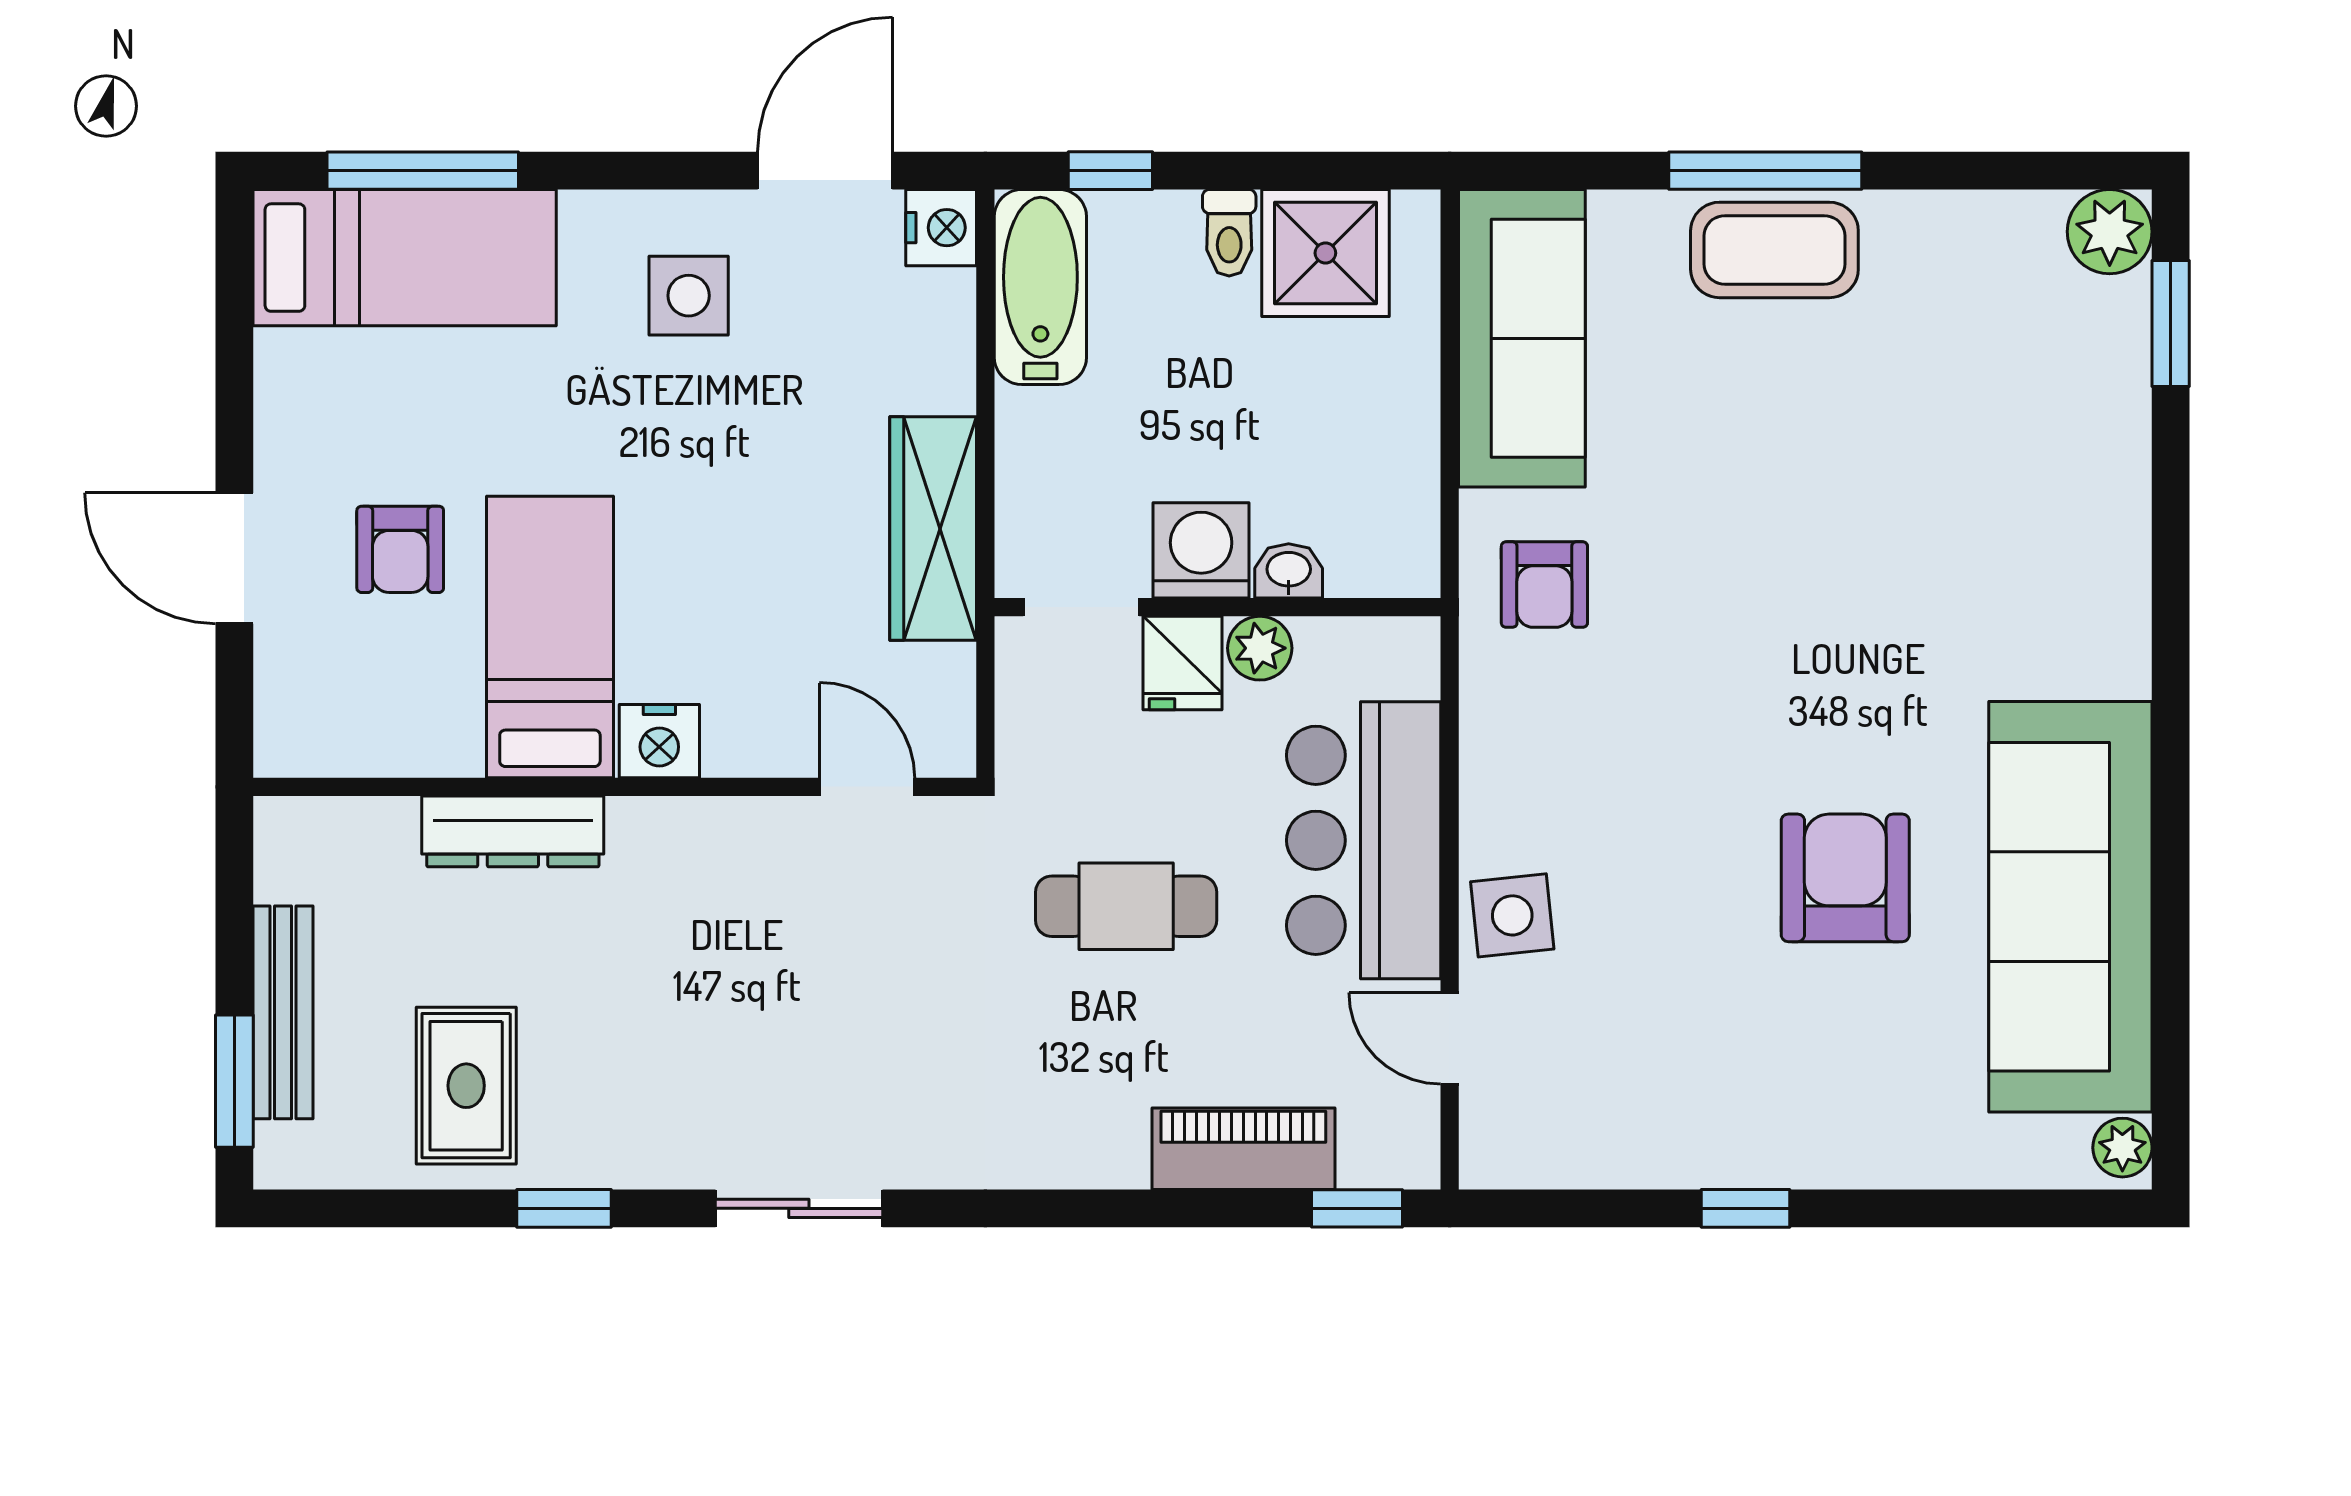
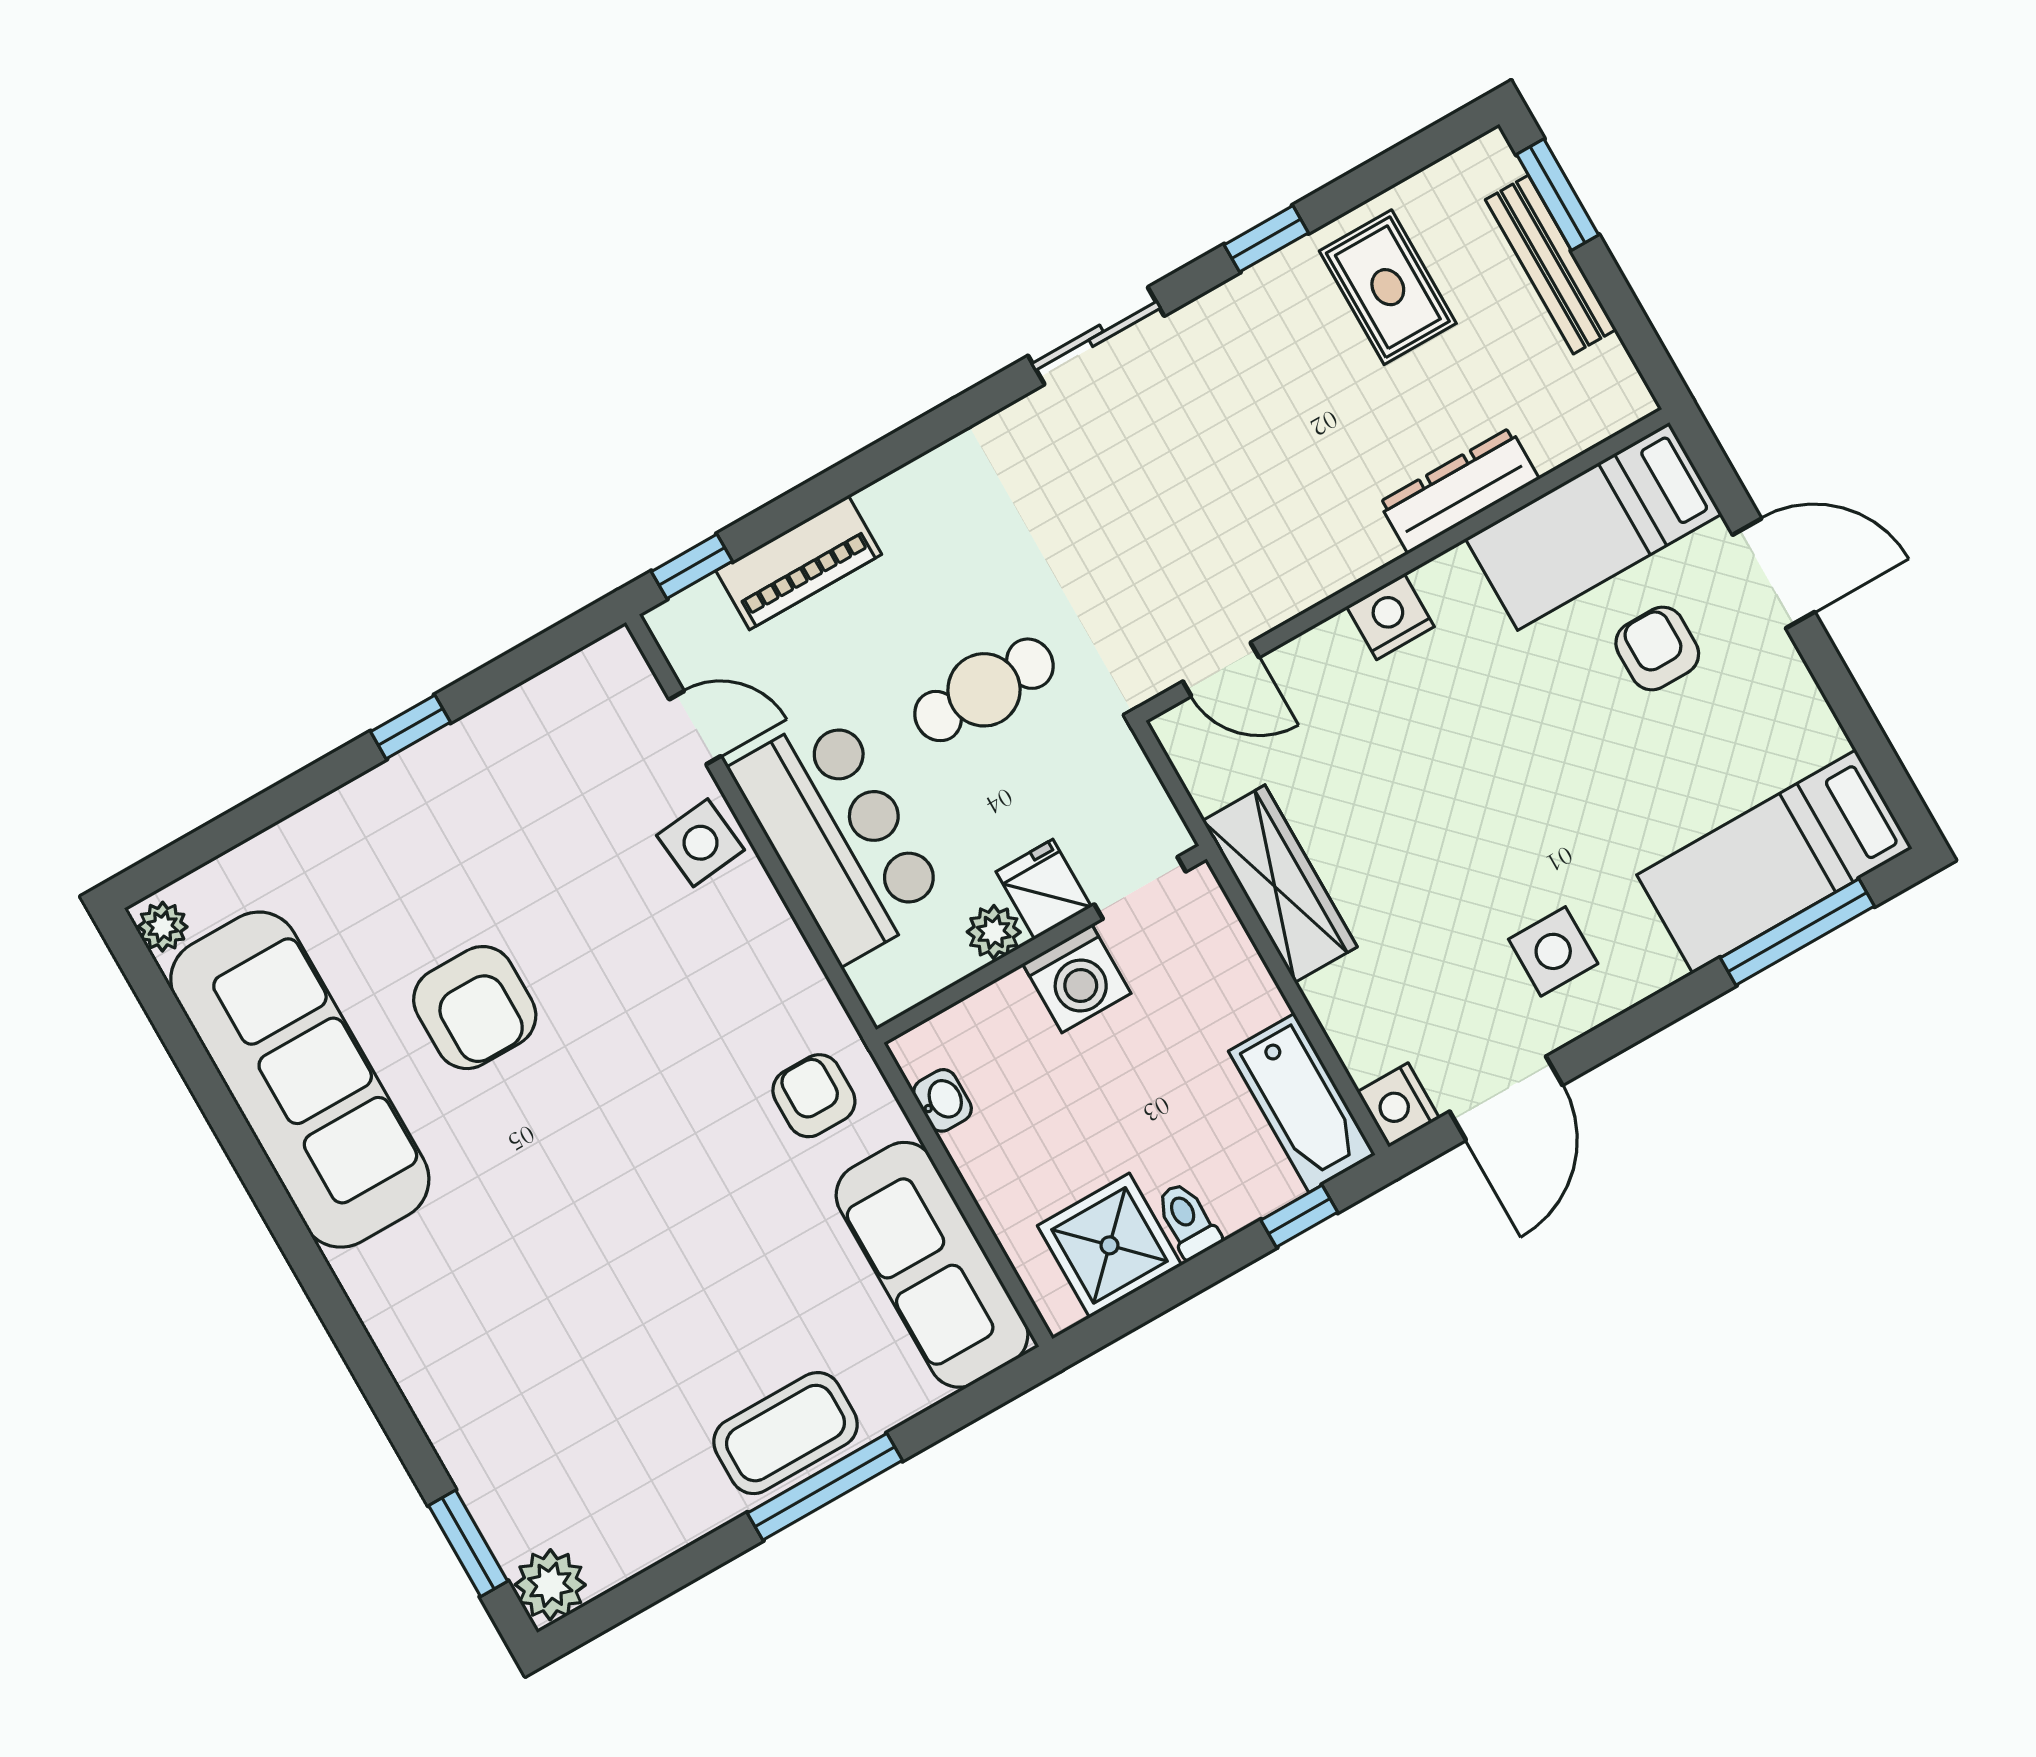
washbasin: (1289, 571) -> (942, 1100), moved, turned -90
bed: (550, 637) -> (1593, 526), moved, turned 90

